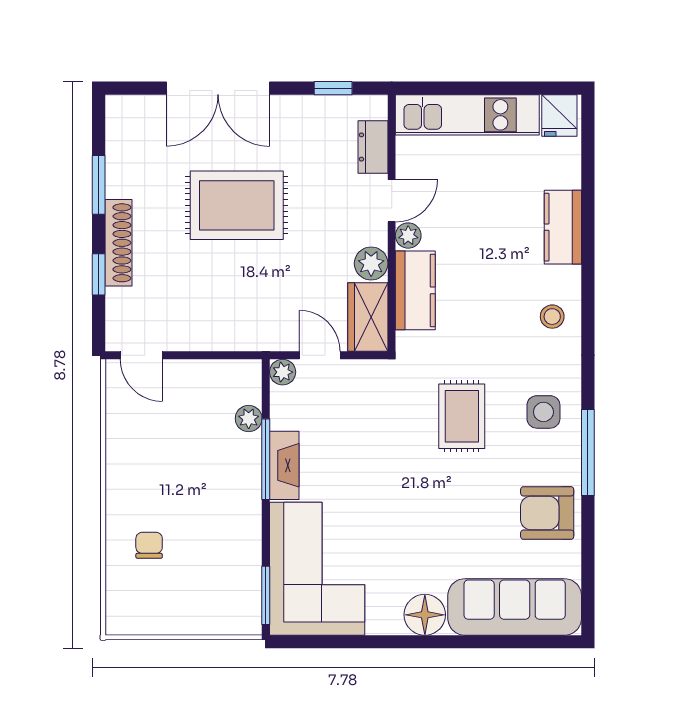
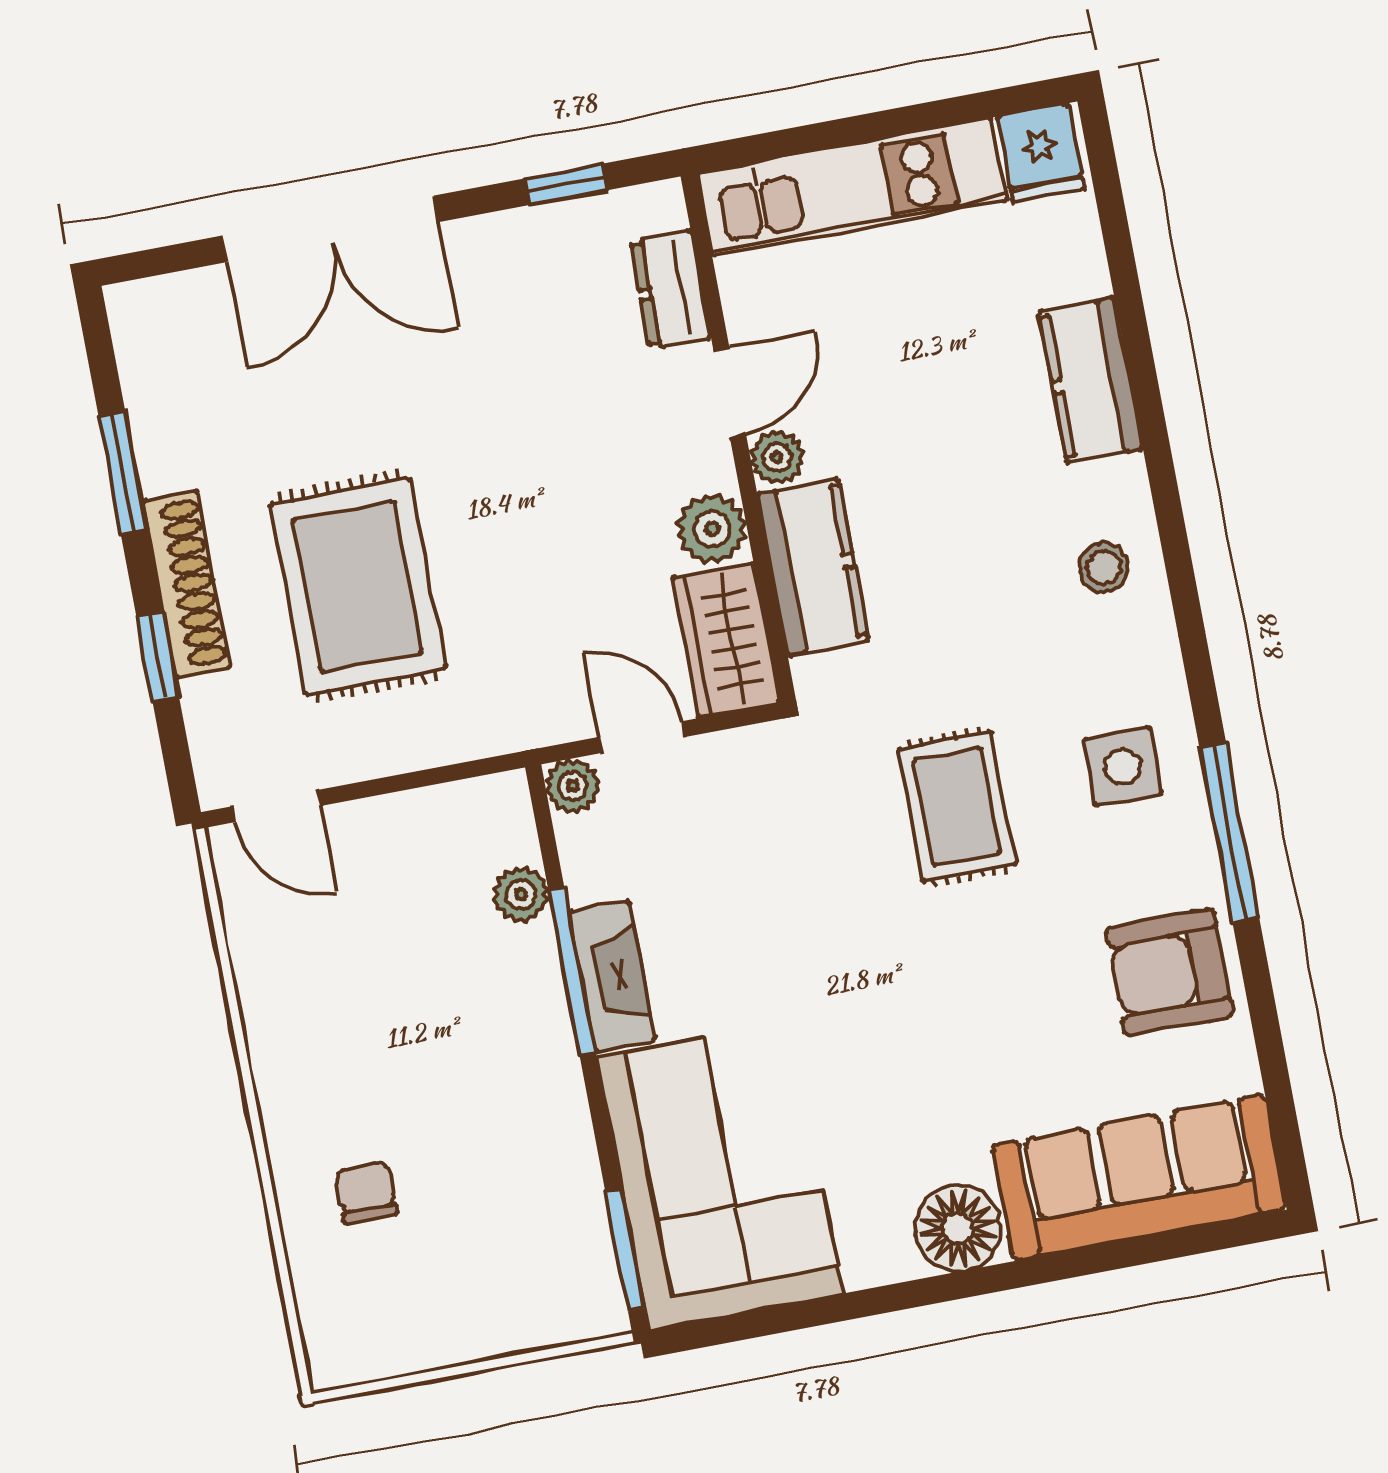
rug: (237, 205) -> (358, 586), moved, turned 90

